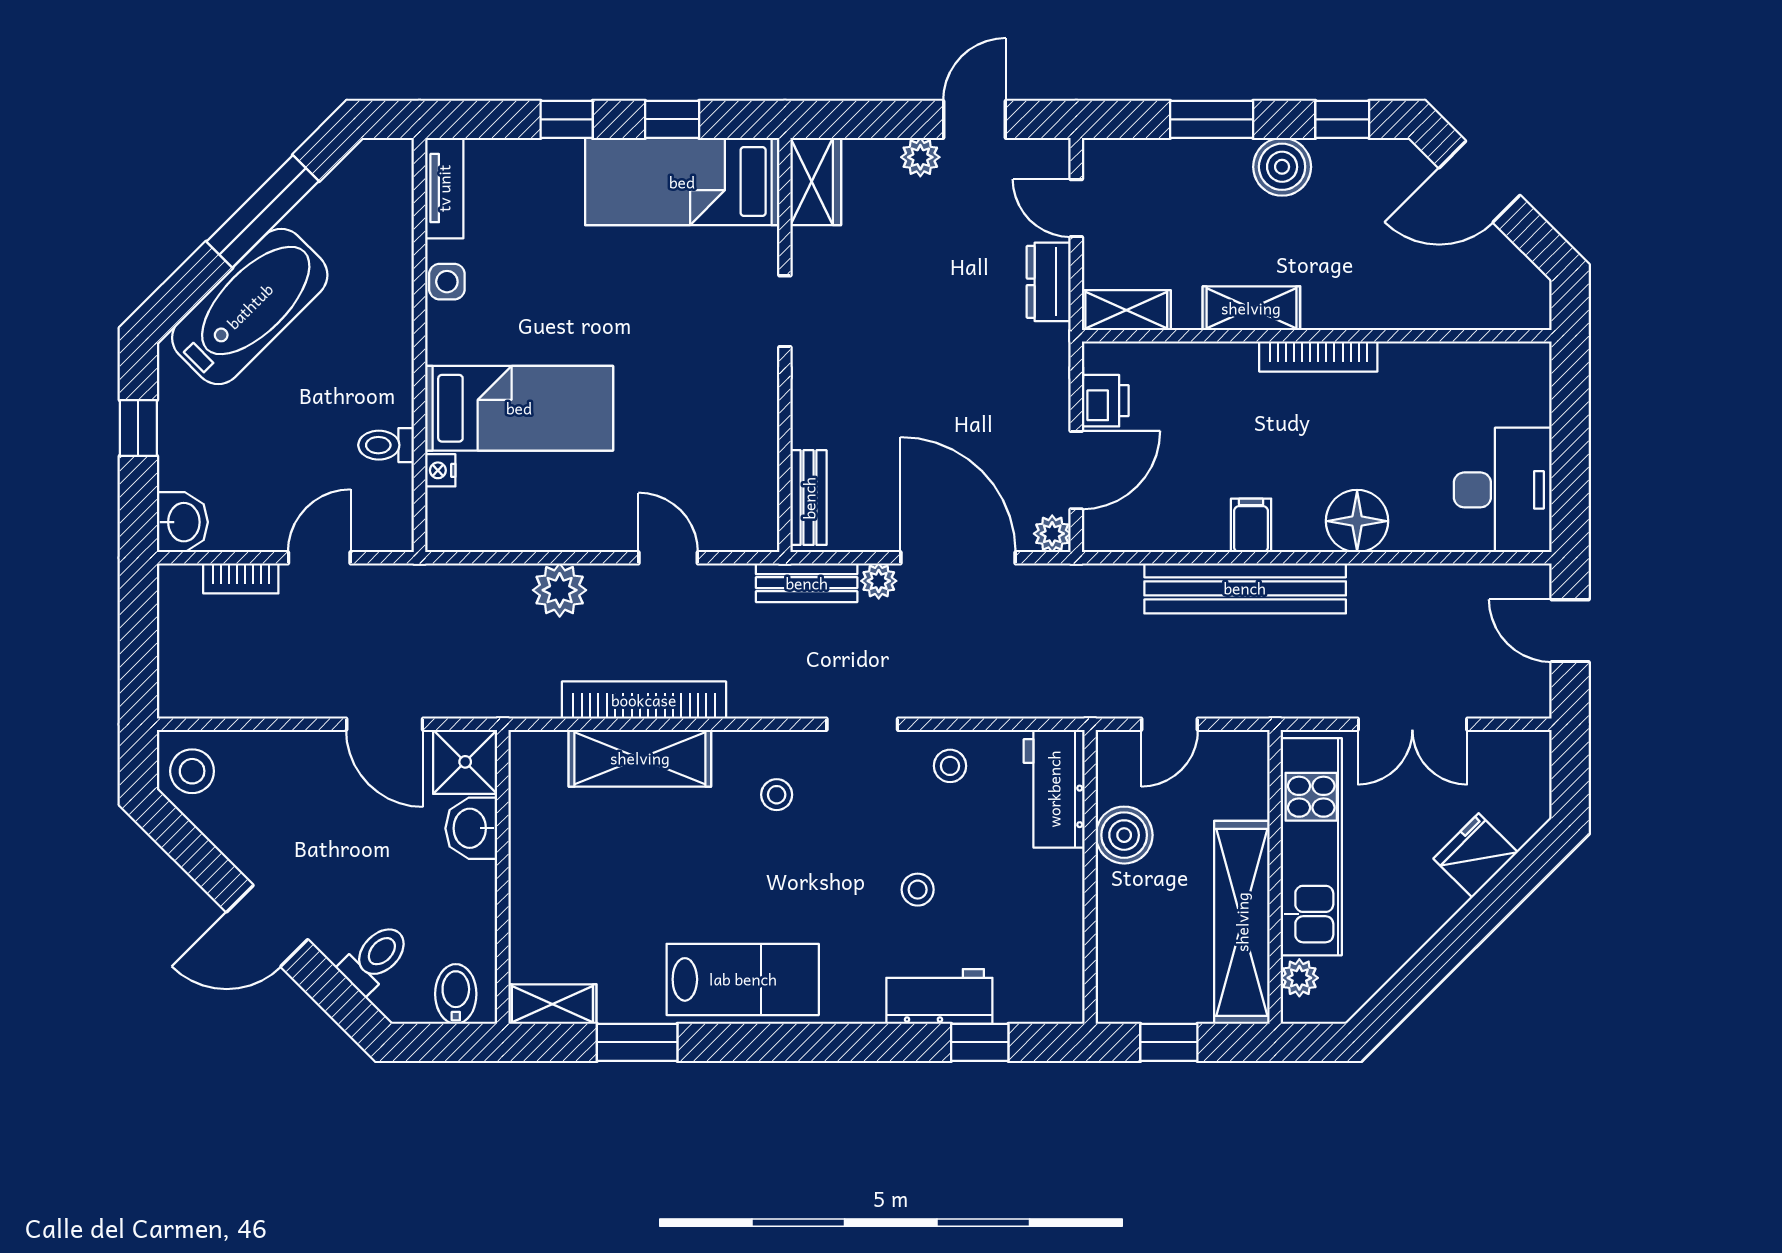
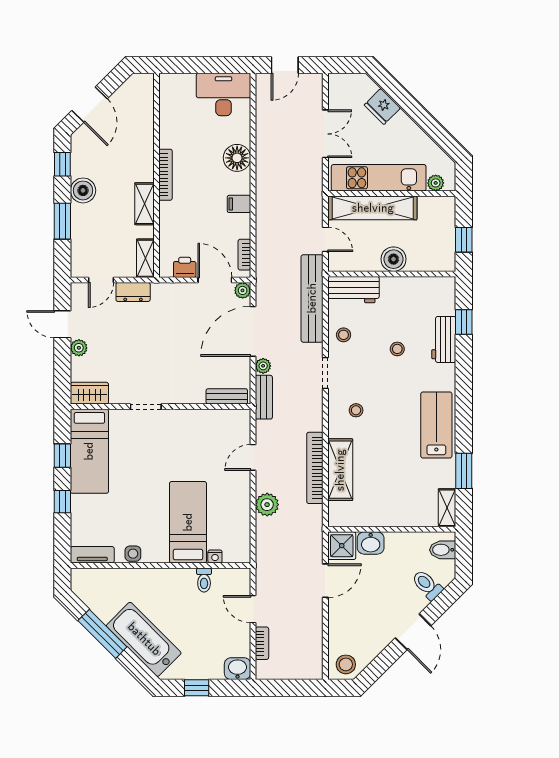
bookcase: (1135, 538) -> (244, 255), added
bench: (1245, 588) -> (312, 298), moved
boiler: (1124, 835) -> (394, 259), moved
shelving: (1242, 922) -> (373, 208), moved

